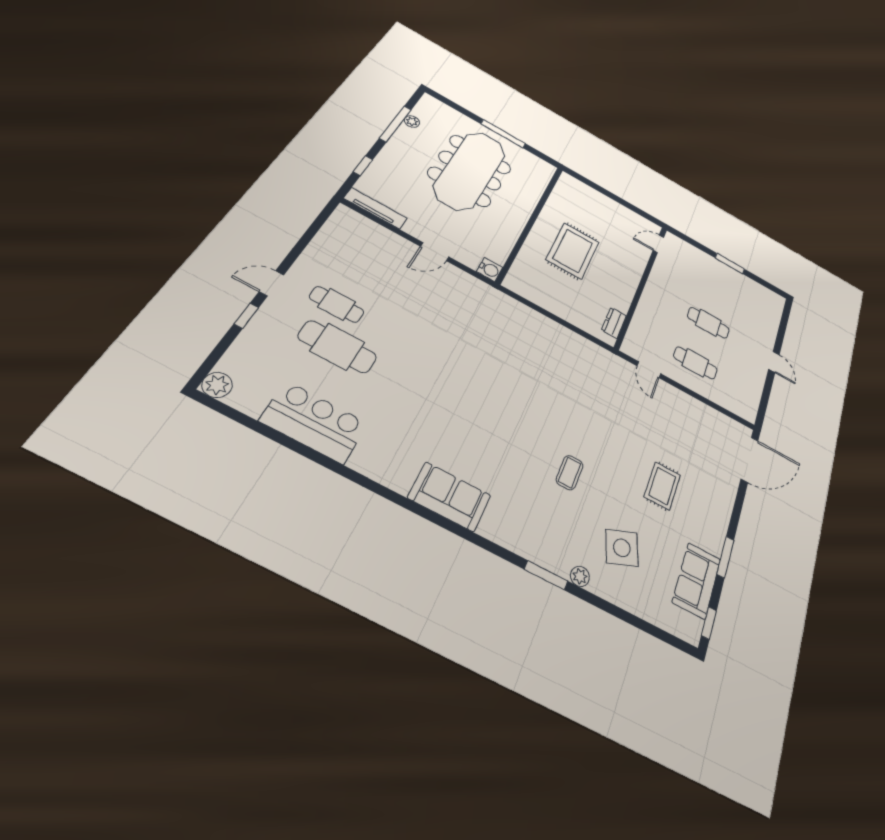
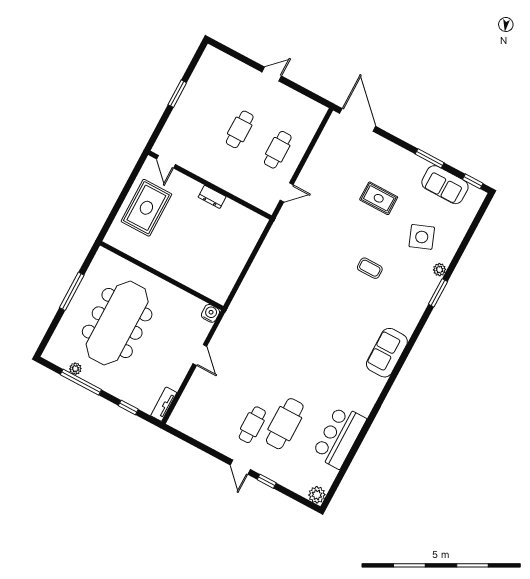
meeting table: (470, 170) -> (117, 323), turned 90
tv unit: (375, 208) -> (164, 404), width x0.71
rug: (573, 251) -> (146, 208), moved, turned 90
dresser: (614, 323) -> (212, 197), moved

